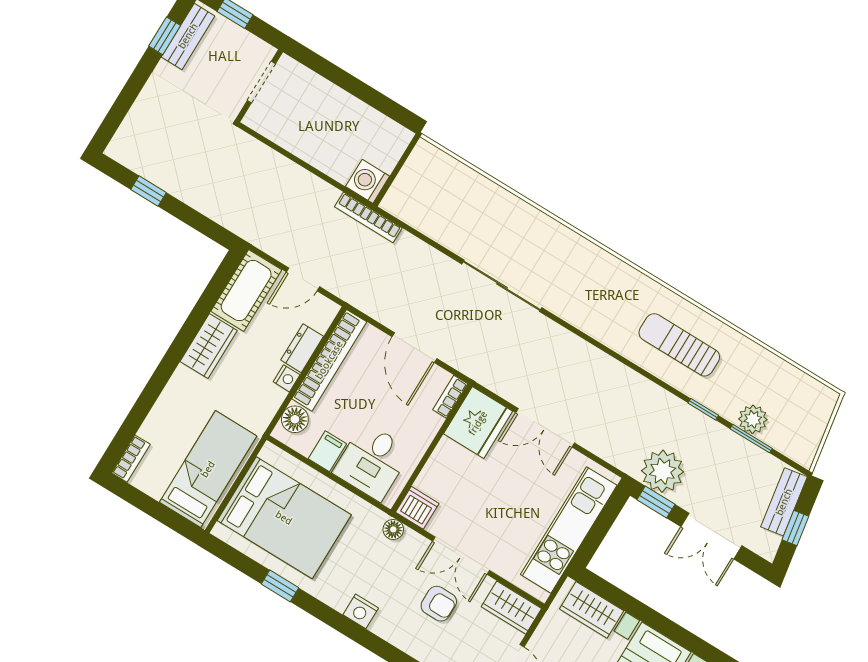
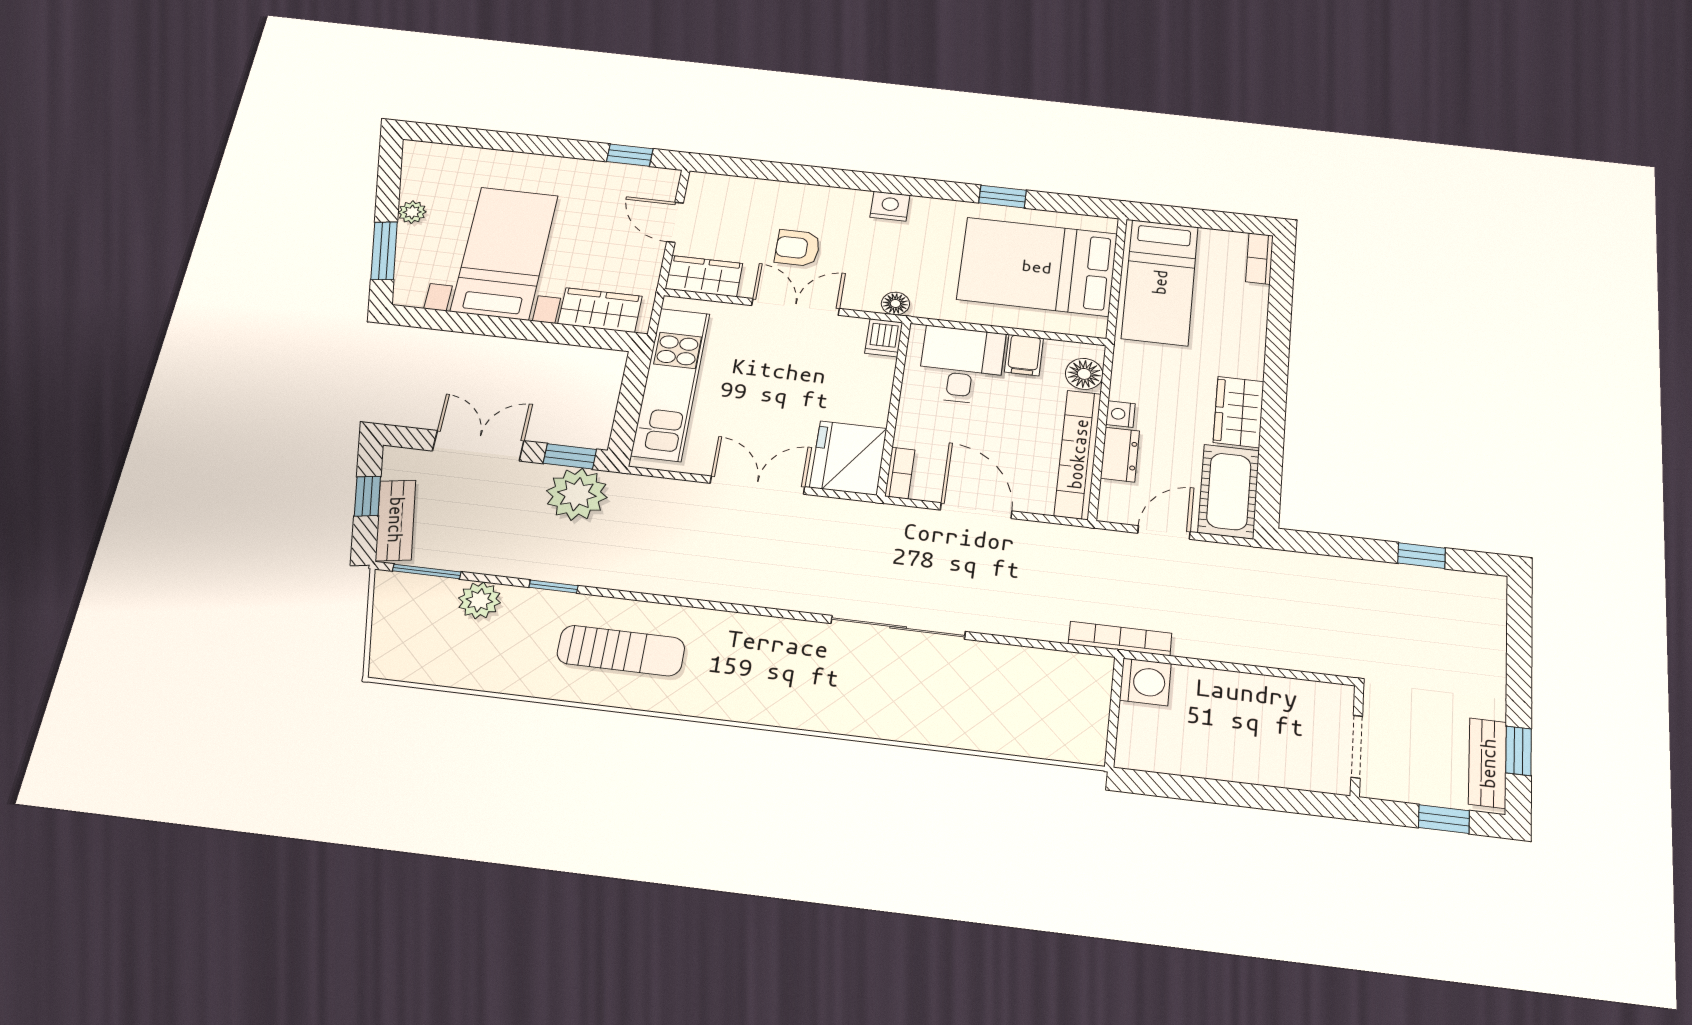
window: (751, 439) -> (427, 571), moved
dishwasher: (417, 508) -> (884, 338), width x0.73

